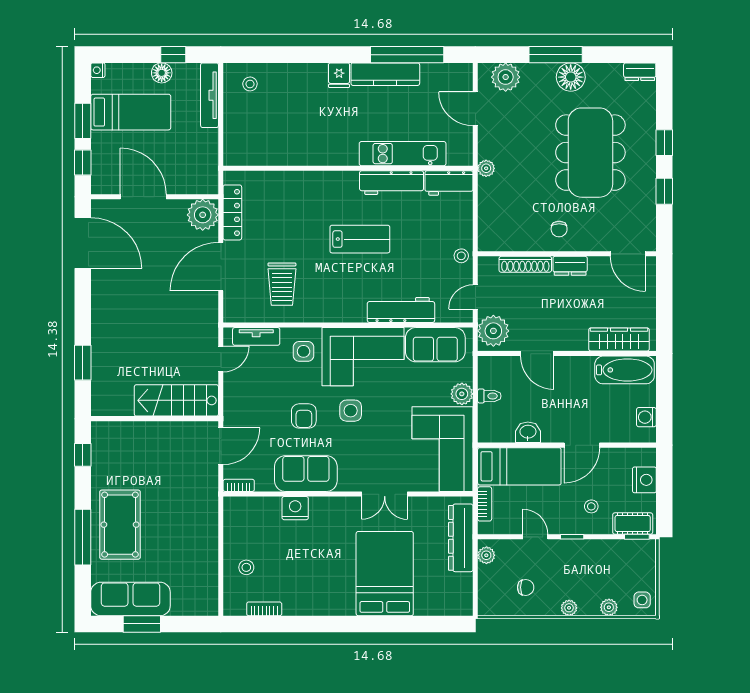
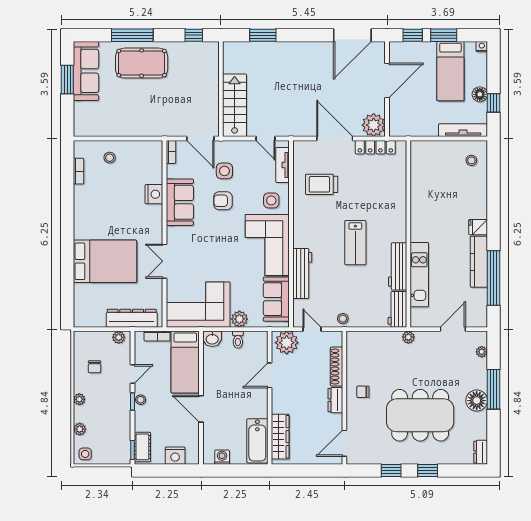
plant: (506, 77) -> (482, 352), width x0.53, depth x0.53
side table: (351, 411) -> (224, 171), moved
washbasin: (528, 432) -> (212, 339), moved, turned 90
stool: (591, 506) -> (141, 400), moved

